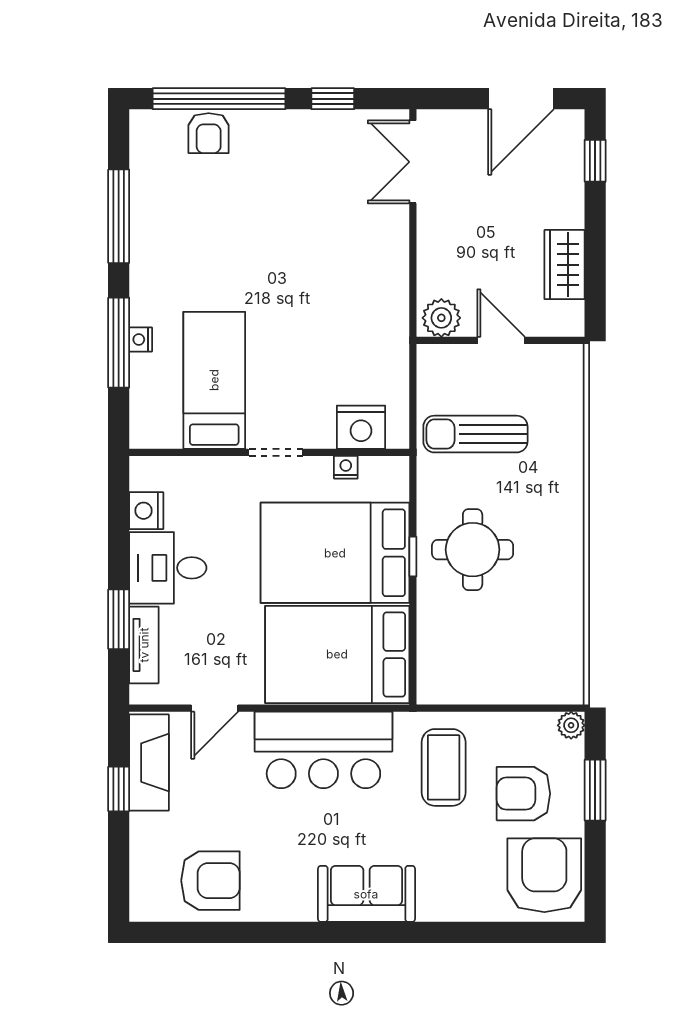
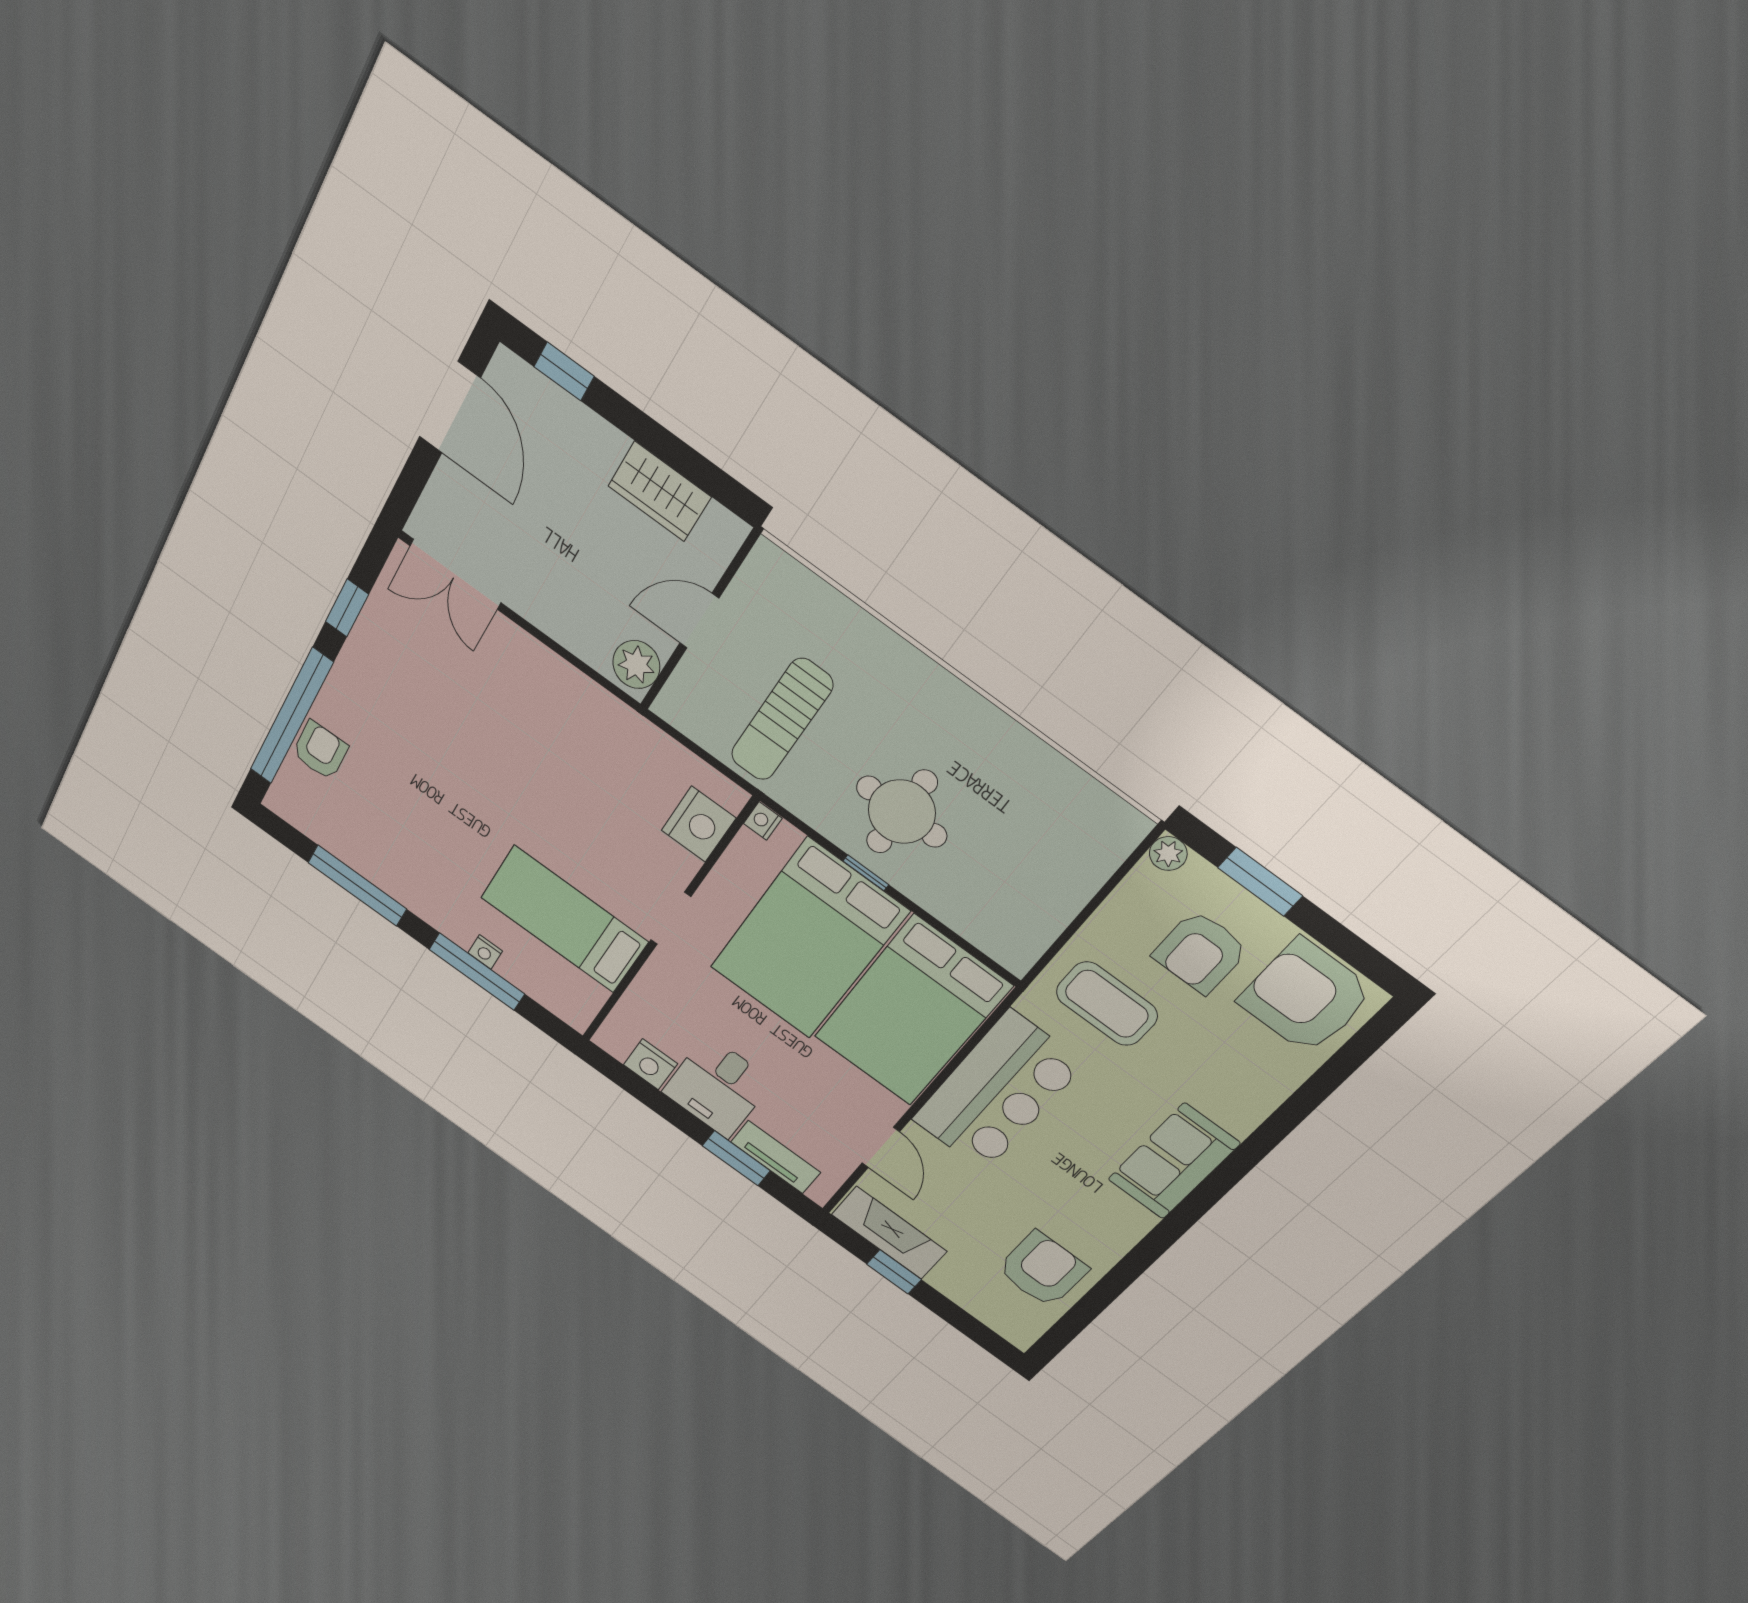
armchair: (209, 133) -> (320, 750), turned -91
nightstand: (346, 467) -> (763, 821), moved

